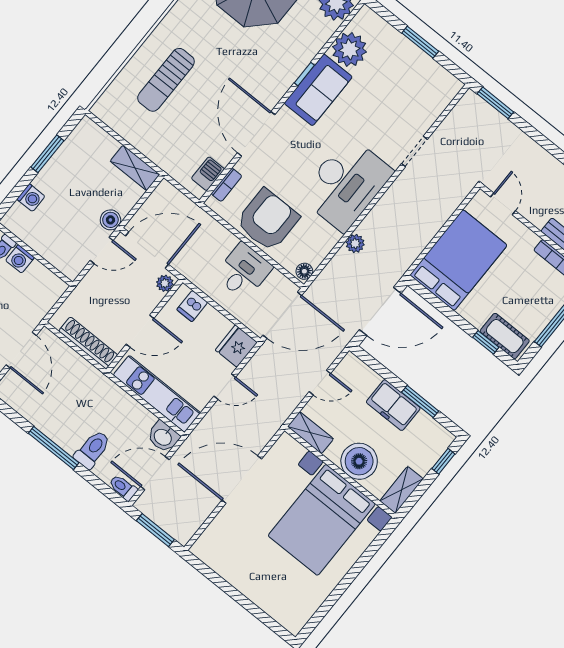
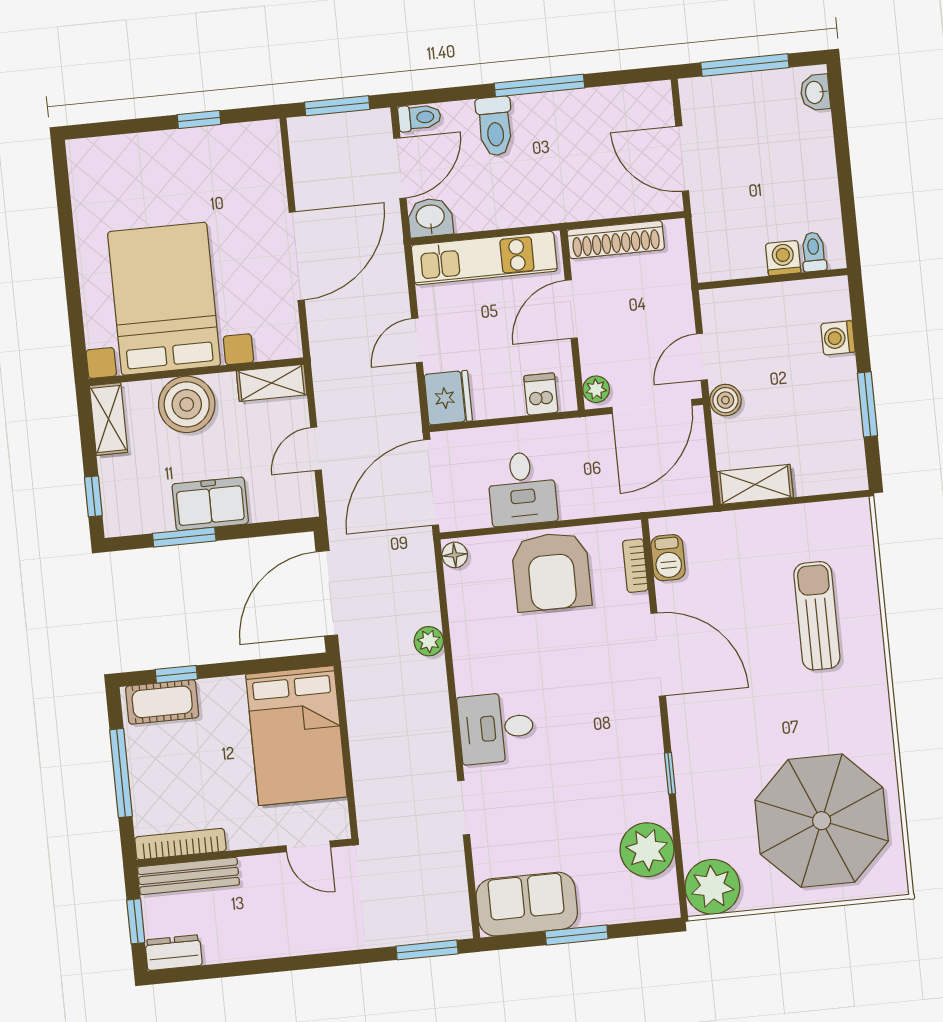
sofa: (318, 90) -> (527, 904), moved, turned 90
desk: (346, 184) -> (496, 728), width x0.53, depth x0.77
window: (225, 586) -> (199, 120), added

